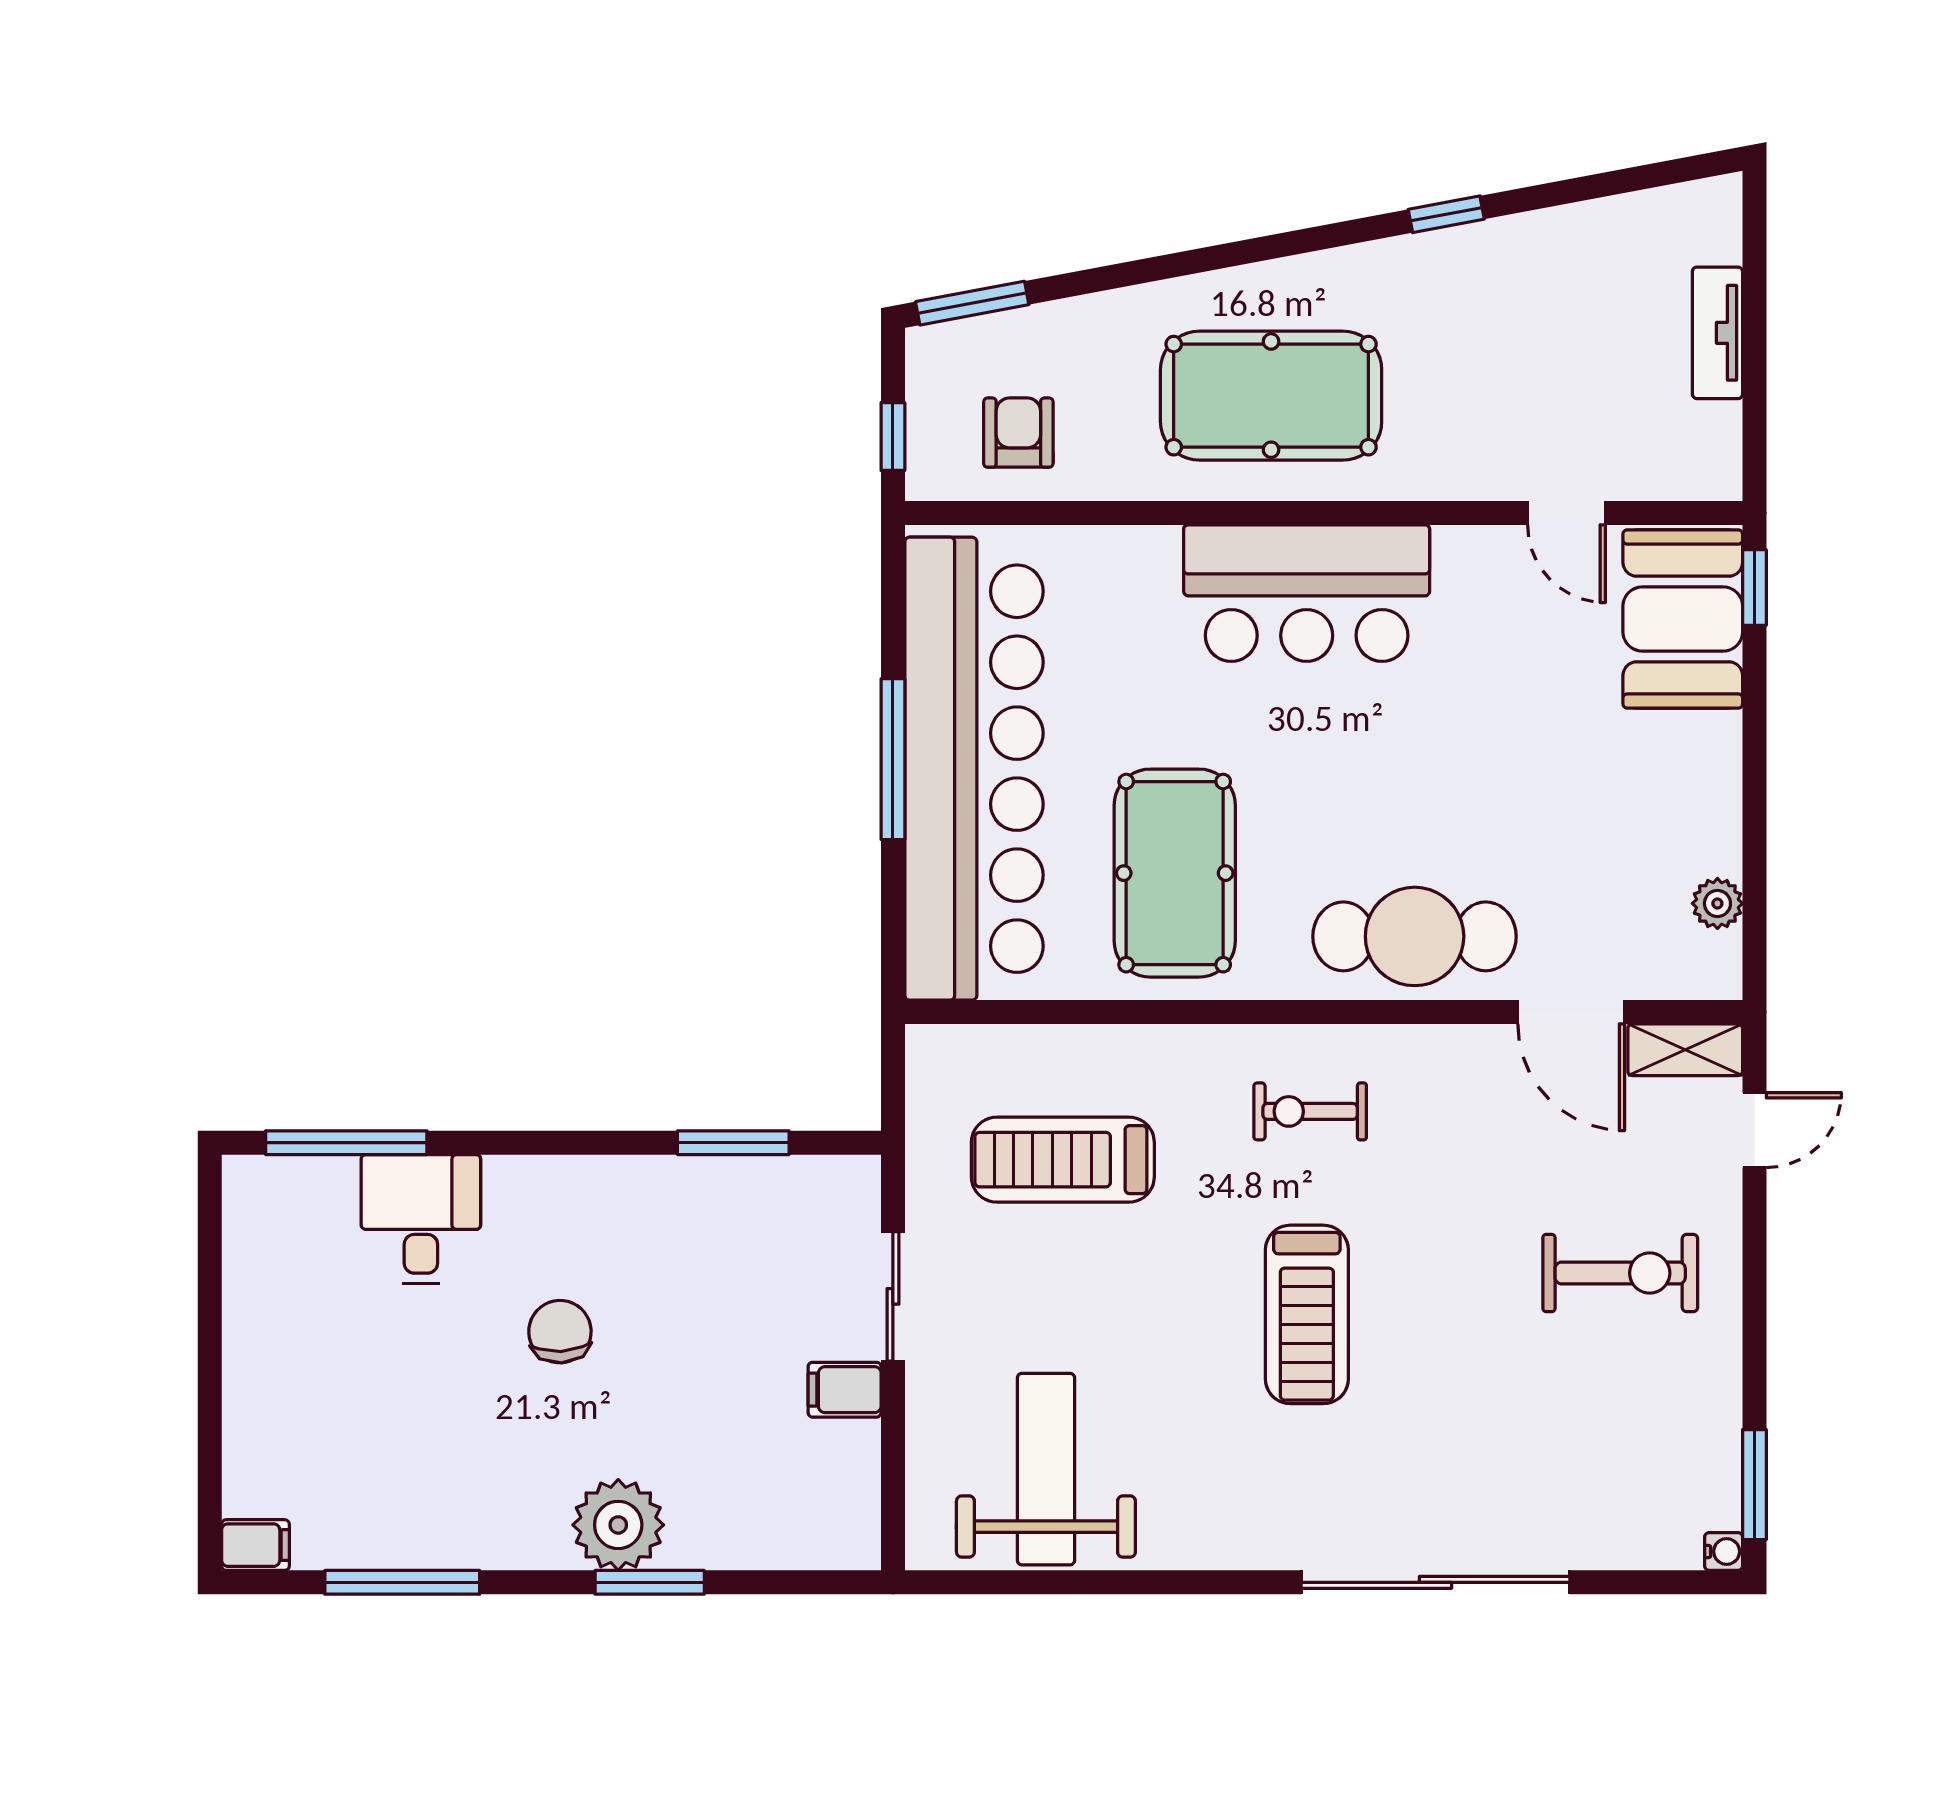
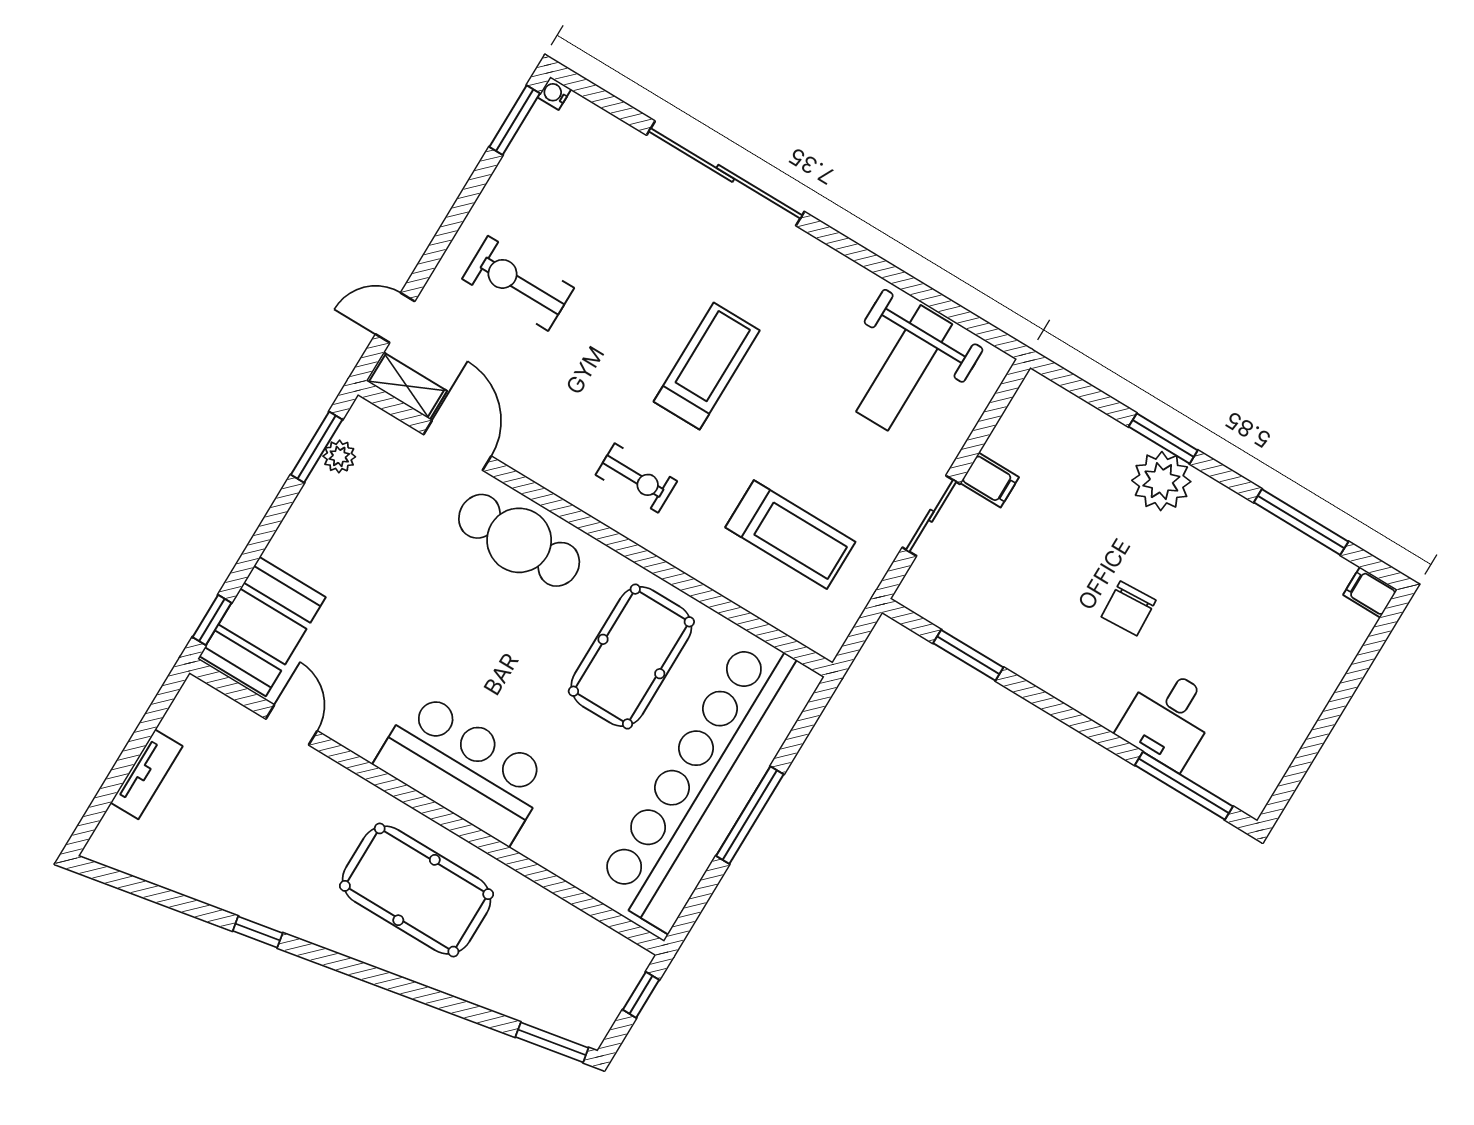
armchair: (1018, 433) -> (570, 955), removed
window: (1754, 898) -> (317, 447), added

